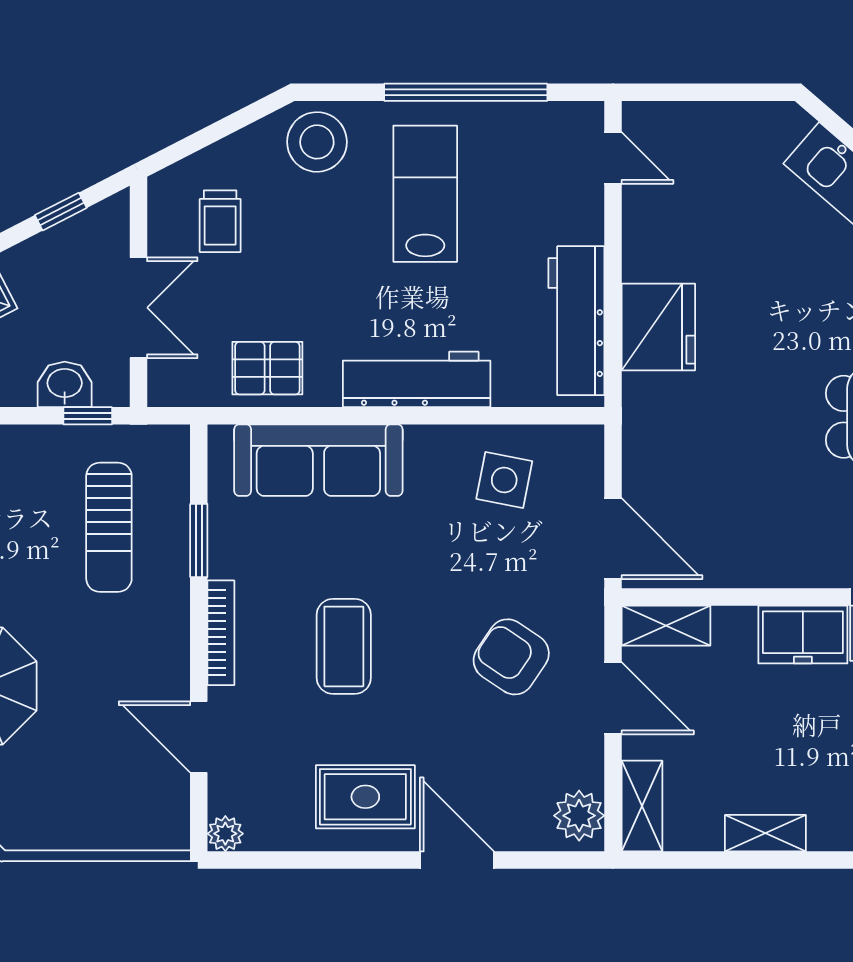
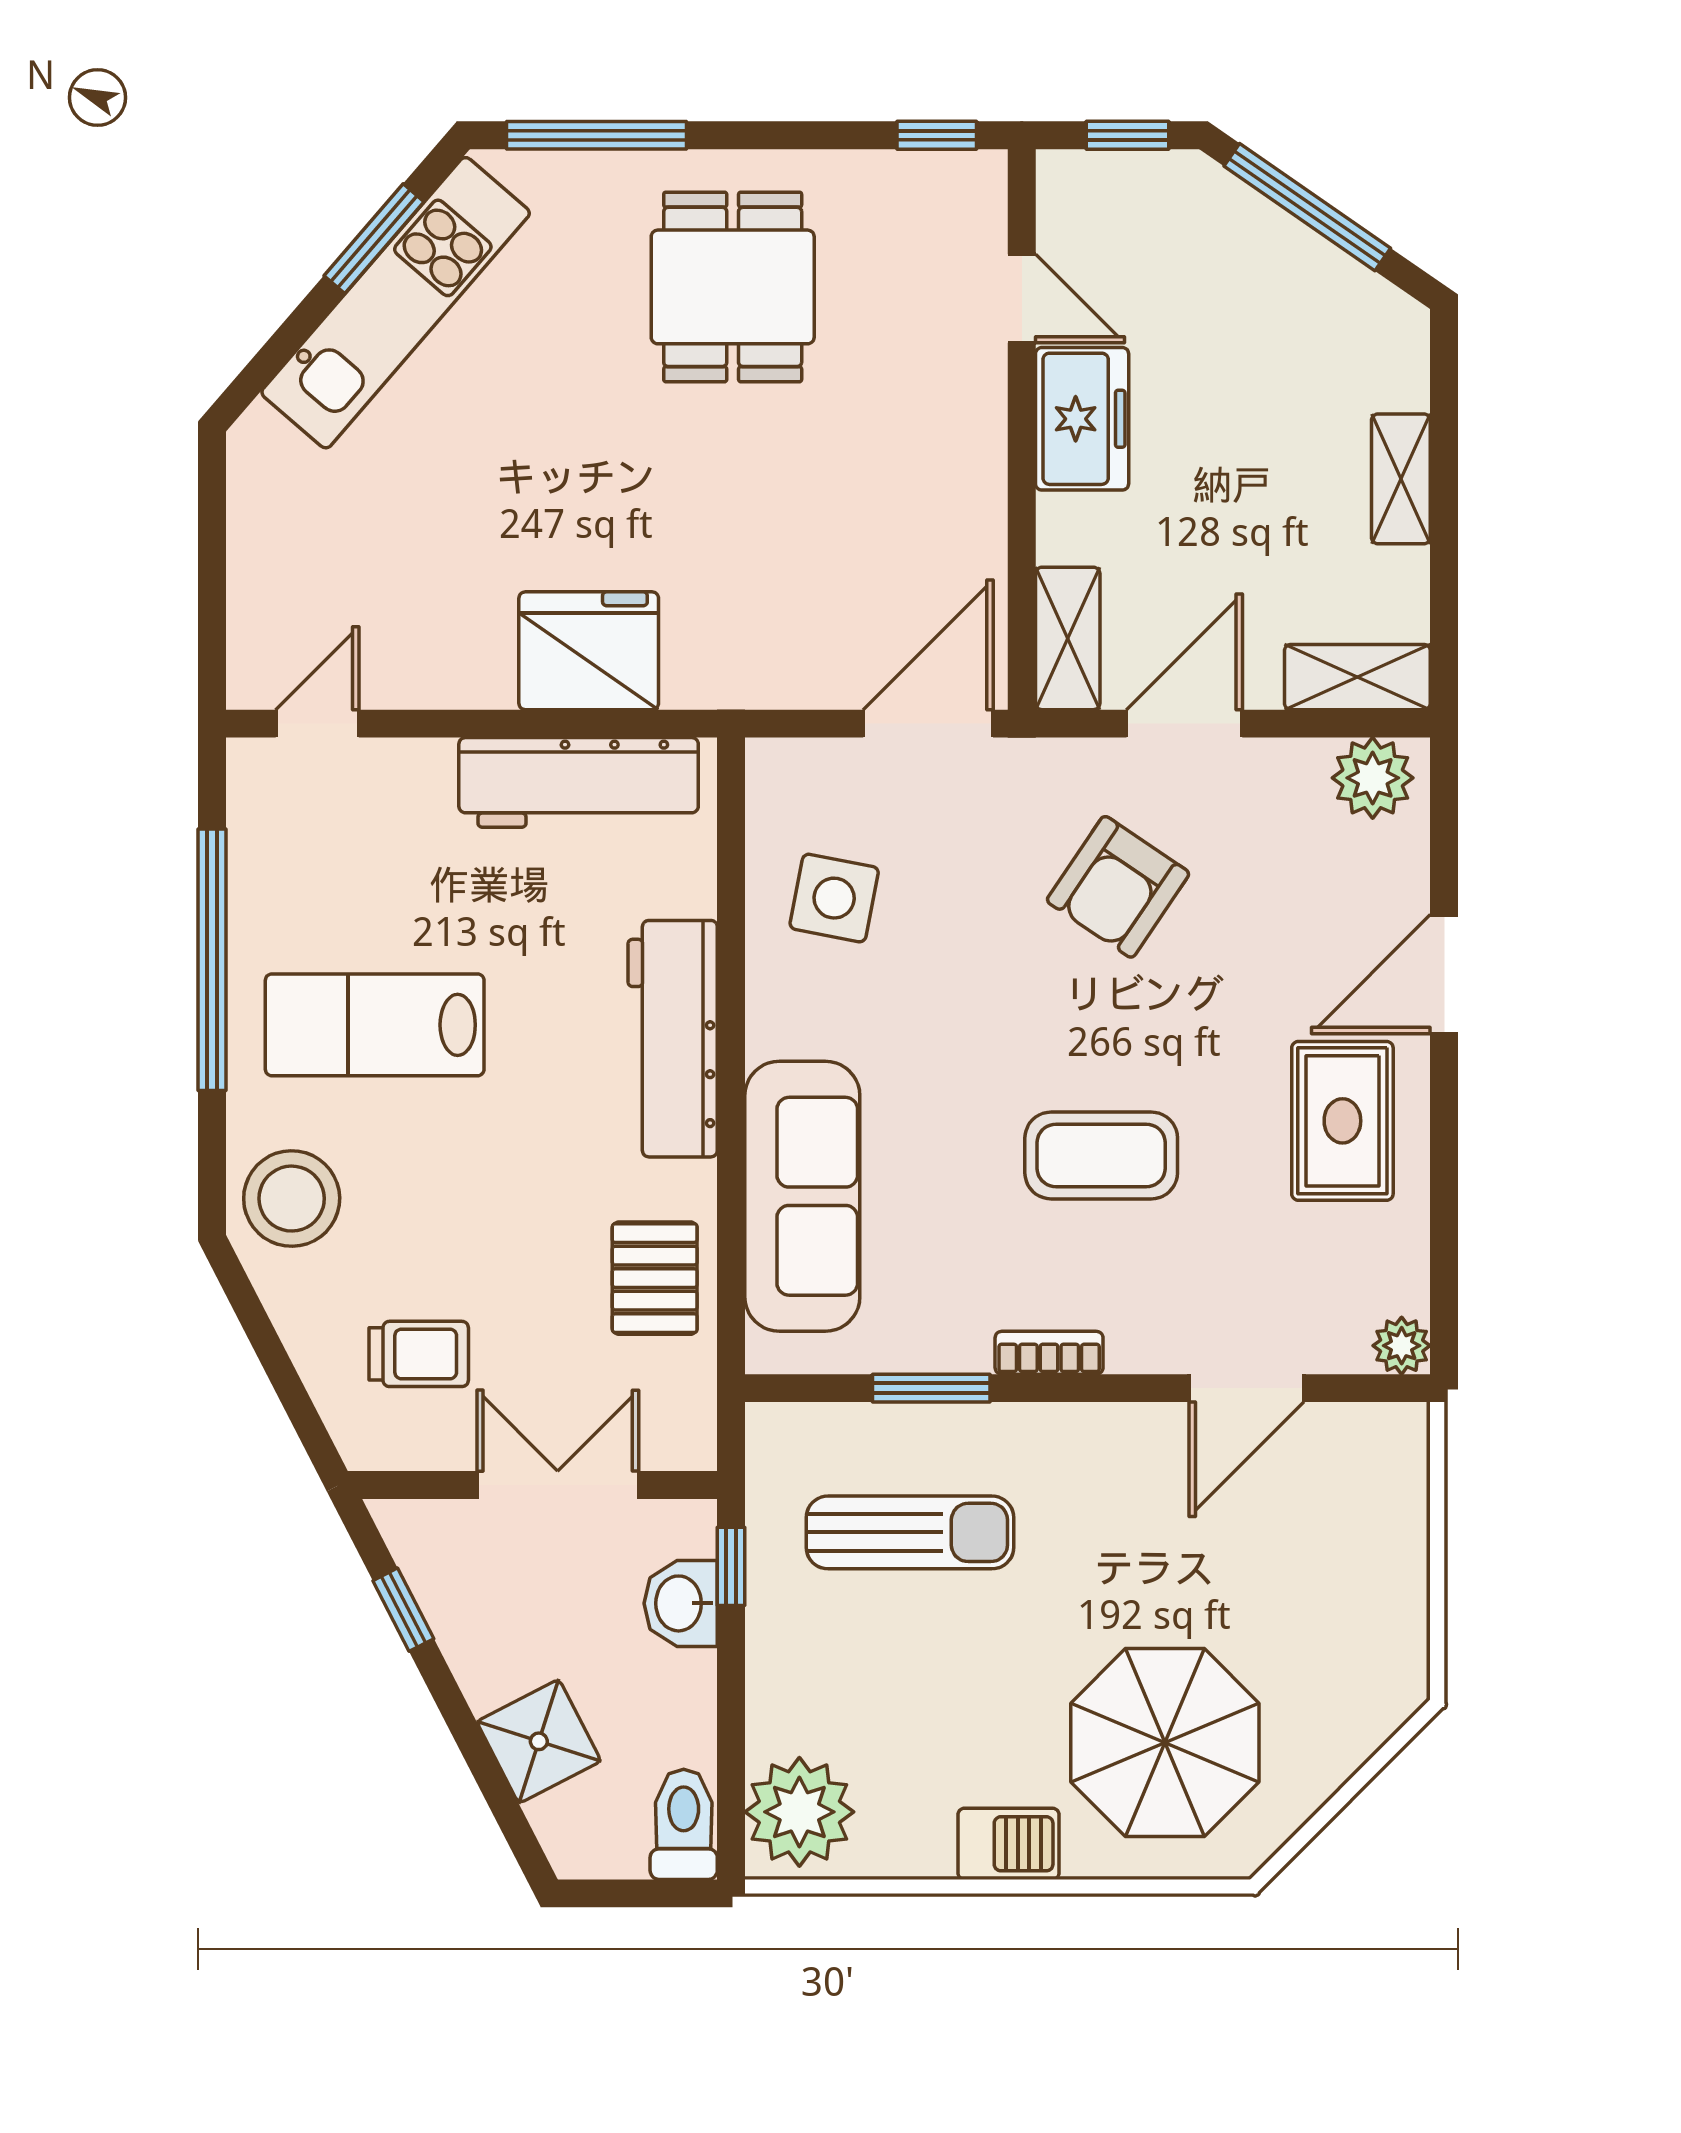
bookcase: (221, 633) -> (1049, 1353), width x0.64

